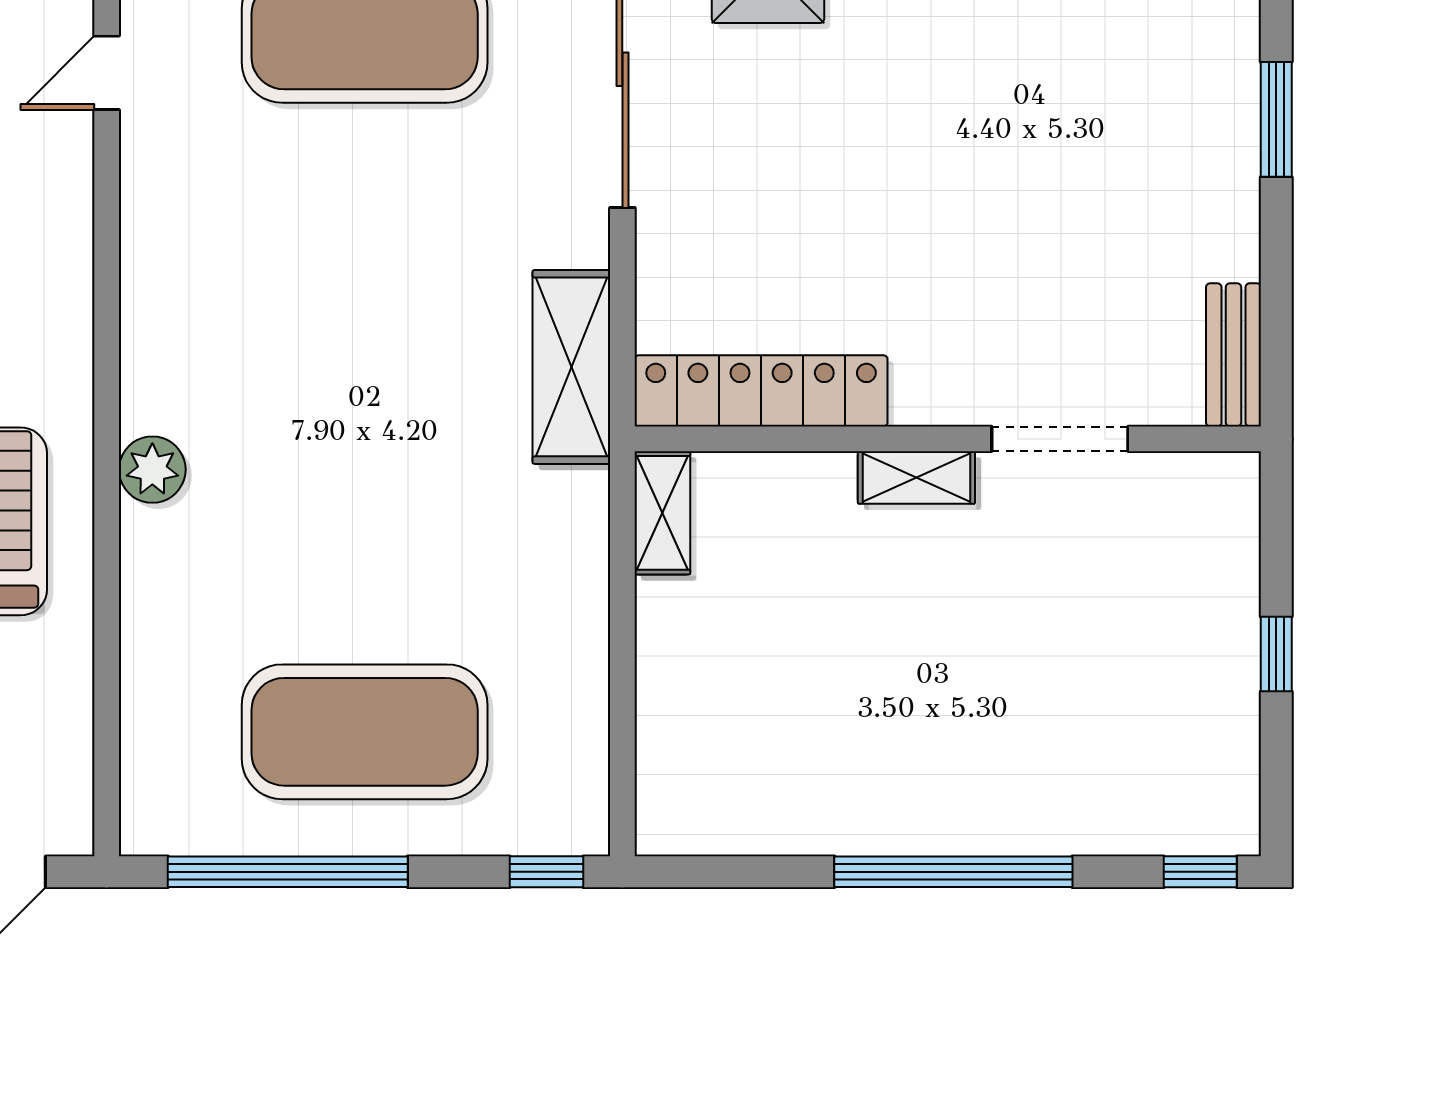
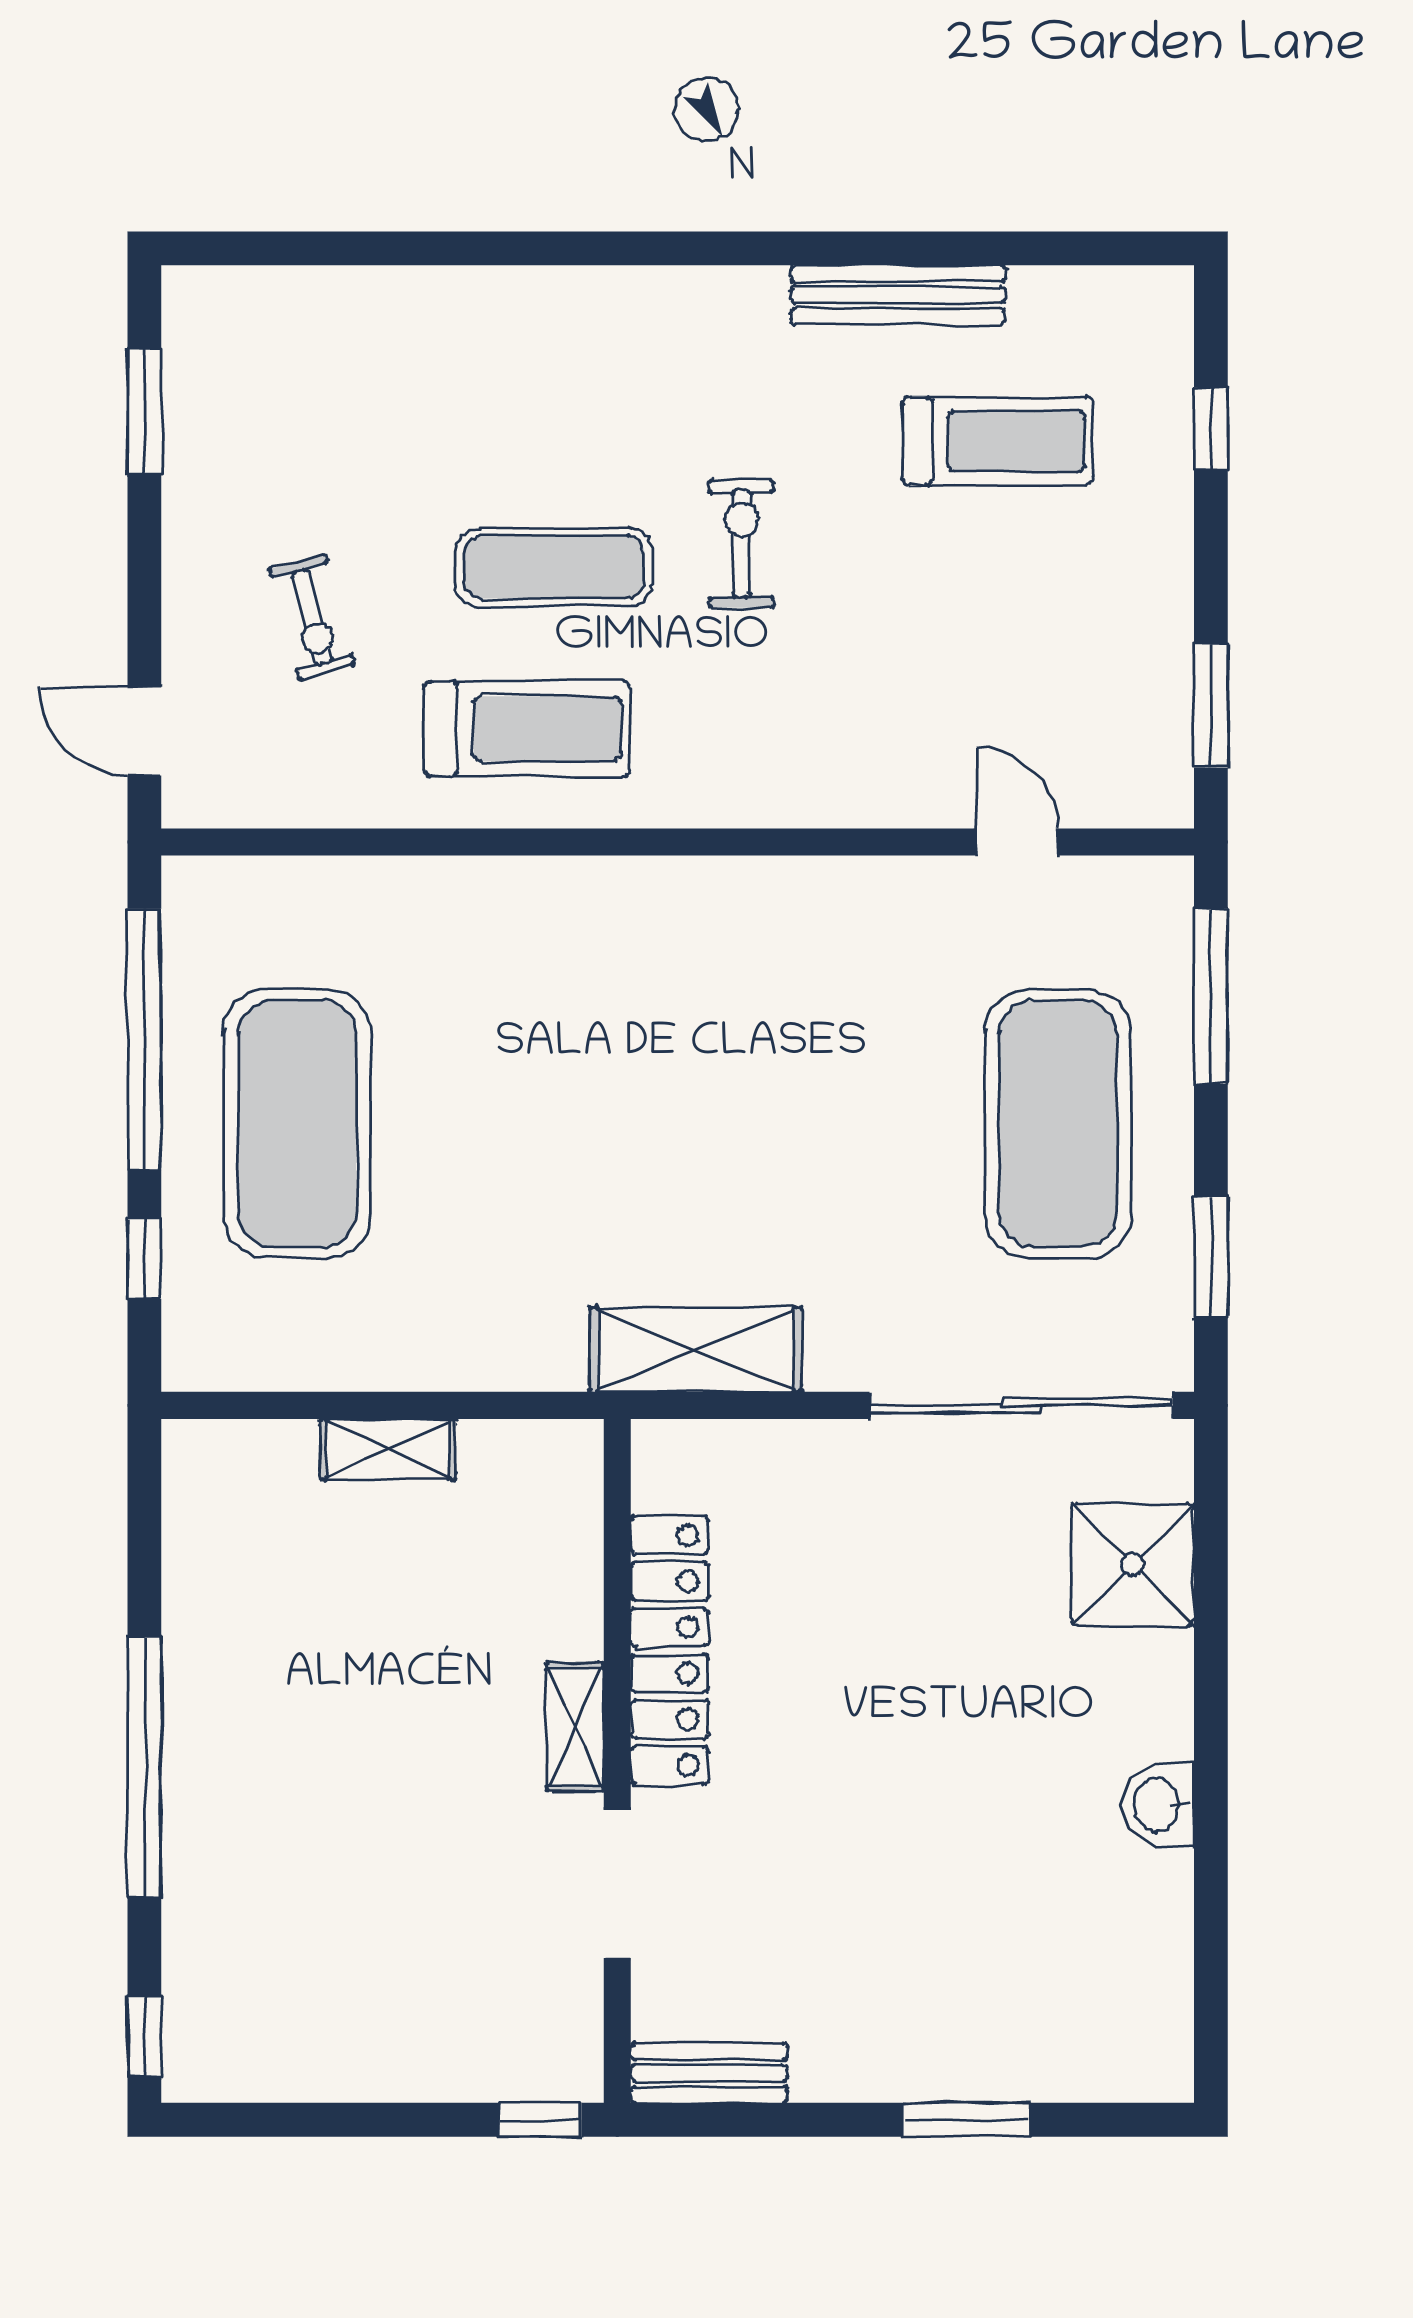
locker: (761, 391) -> (670, 1650), moved
plant: (152, 470) -> (584, 892), removed
shelving: (662, 513) -> (388, 1449), moved
window: (1276, 654) -> (540, 2120), moved
window: (547, 872) -> (144, 1259), moved

